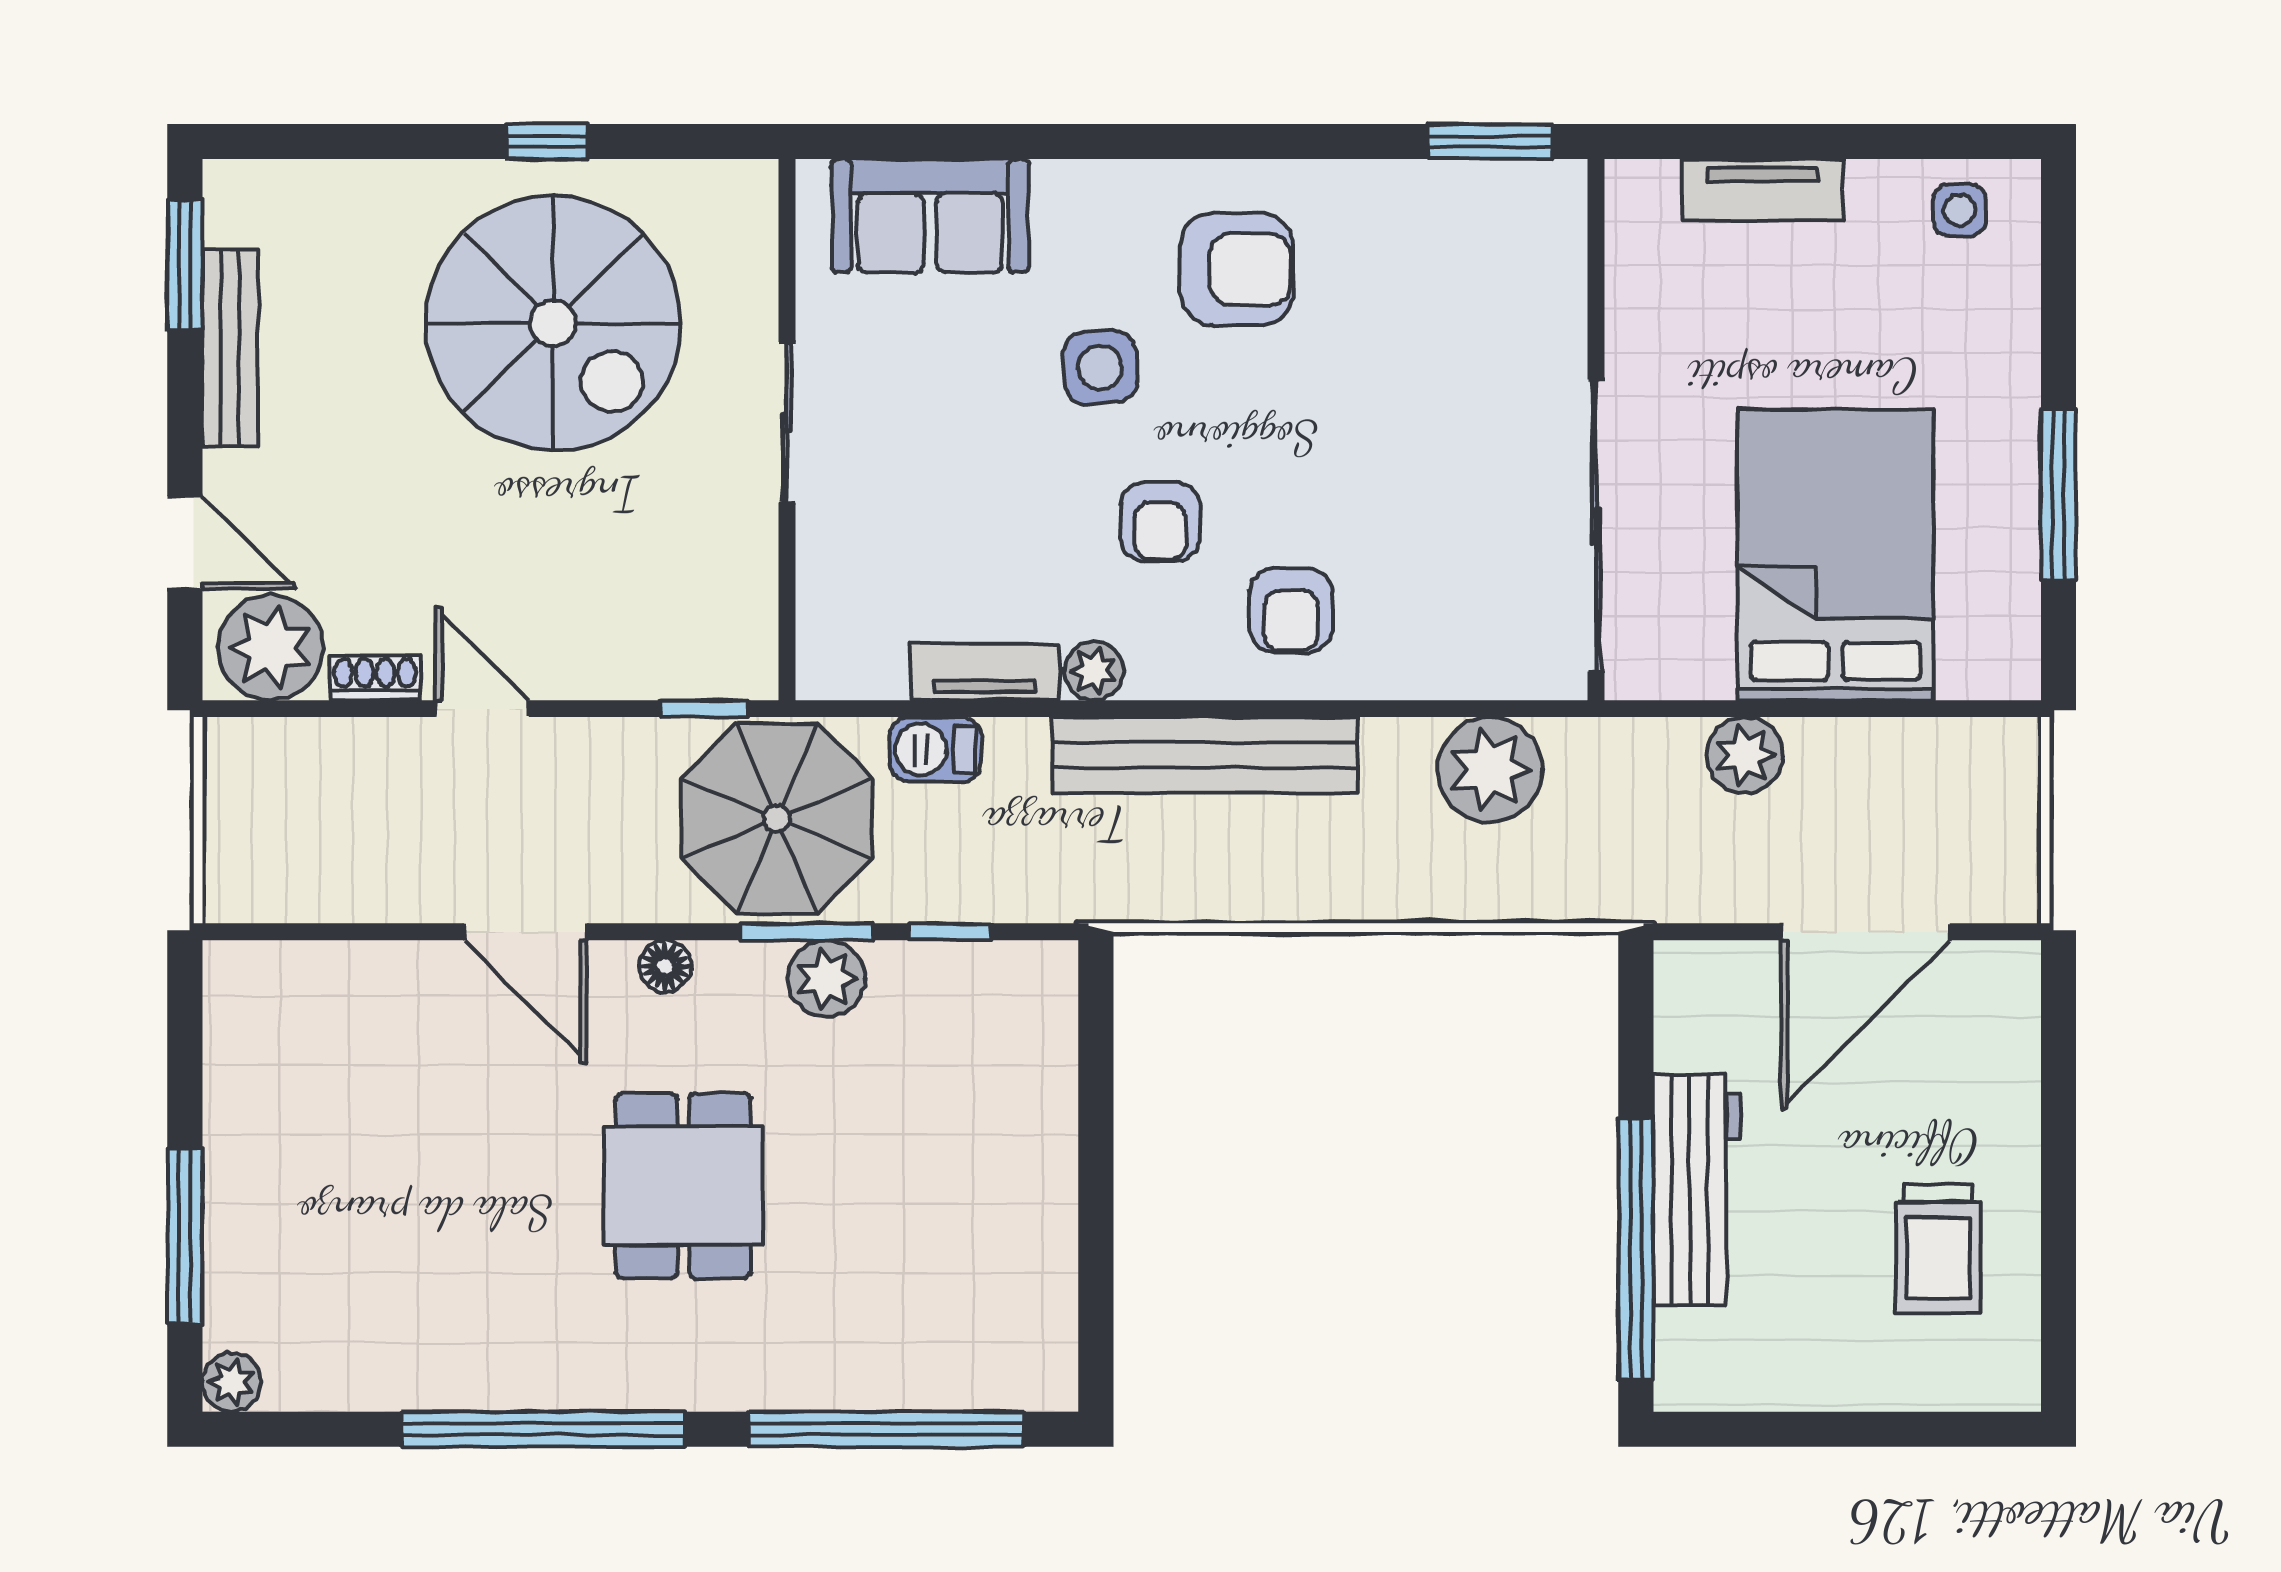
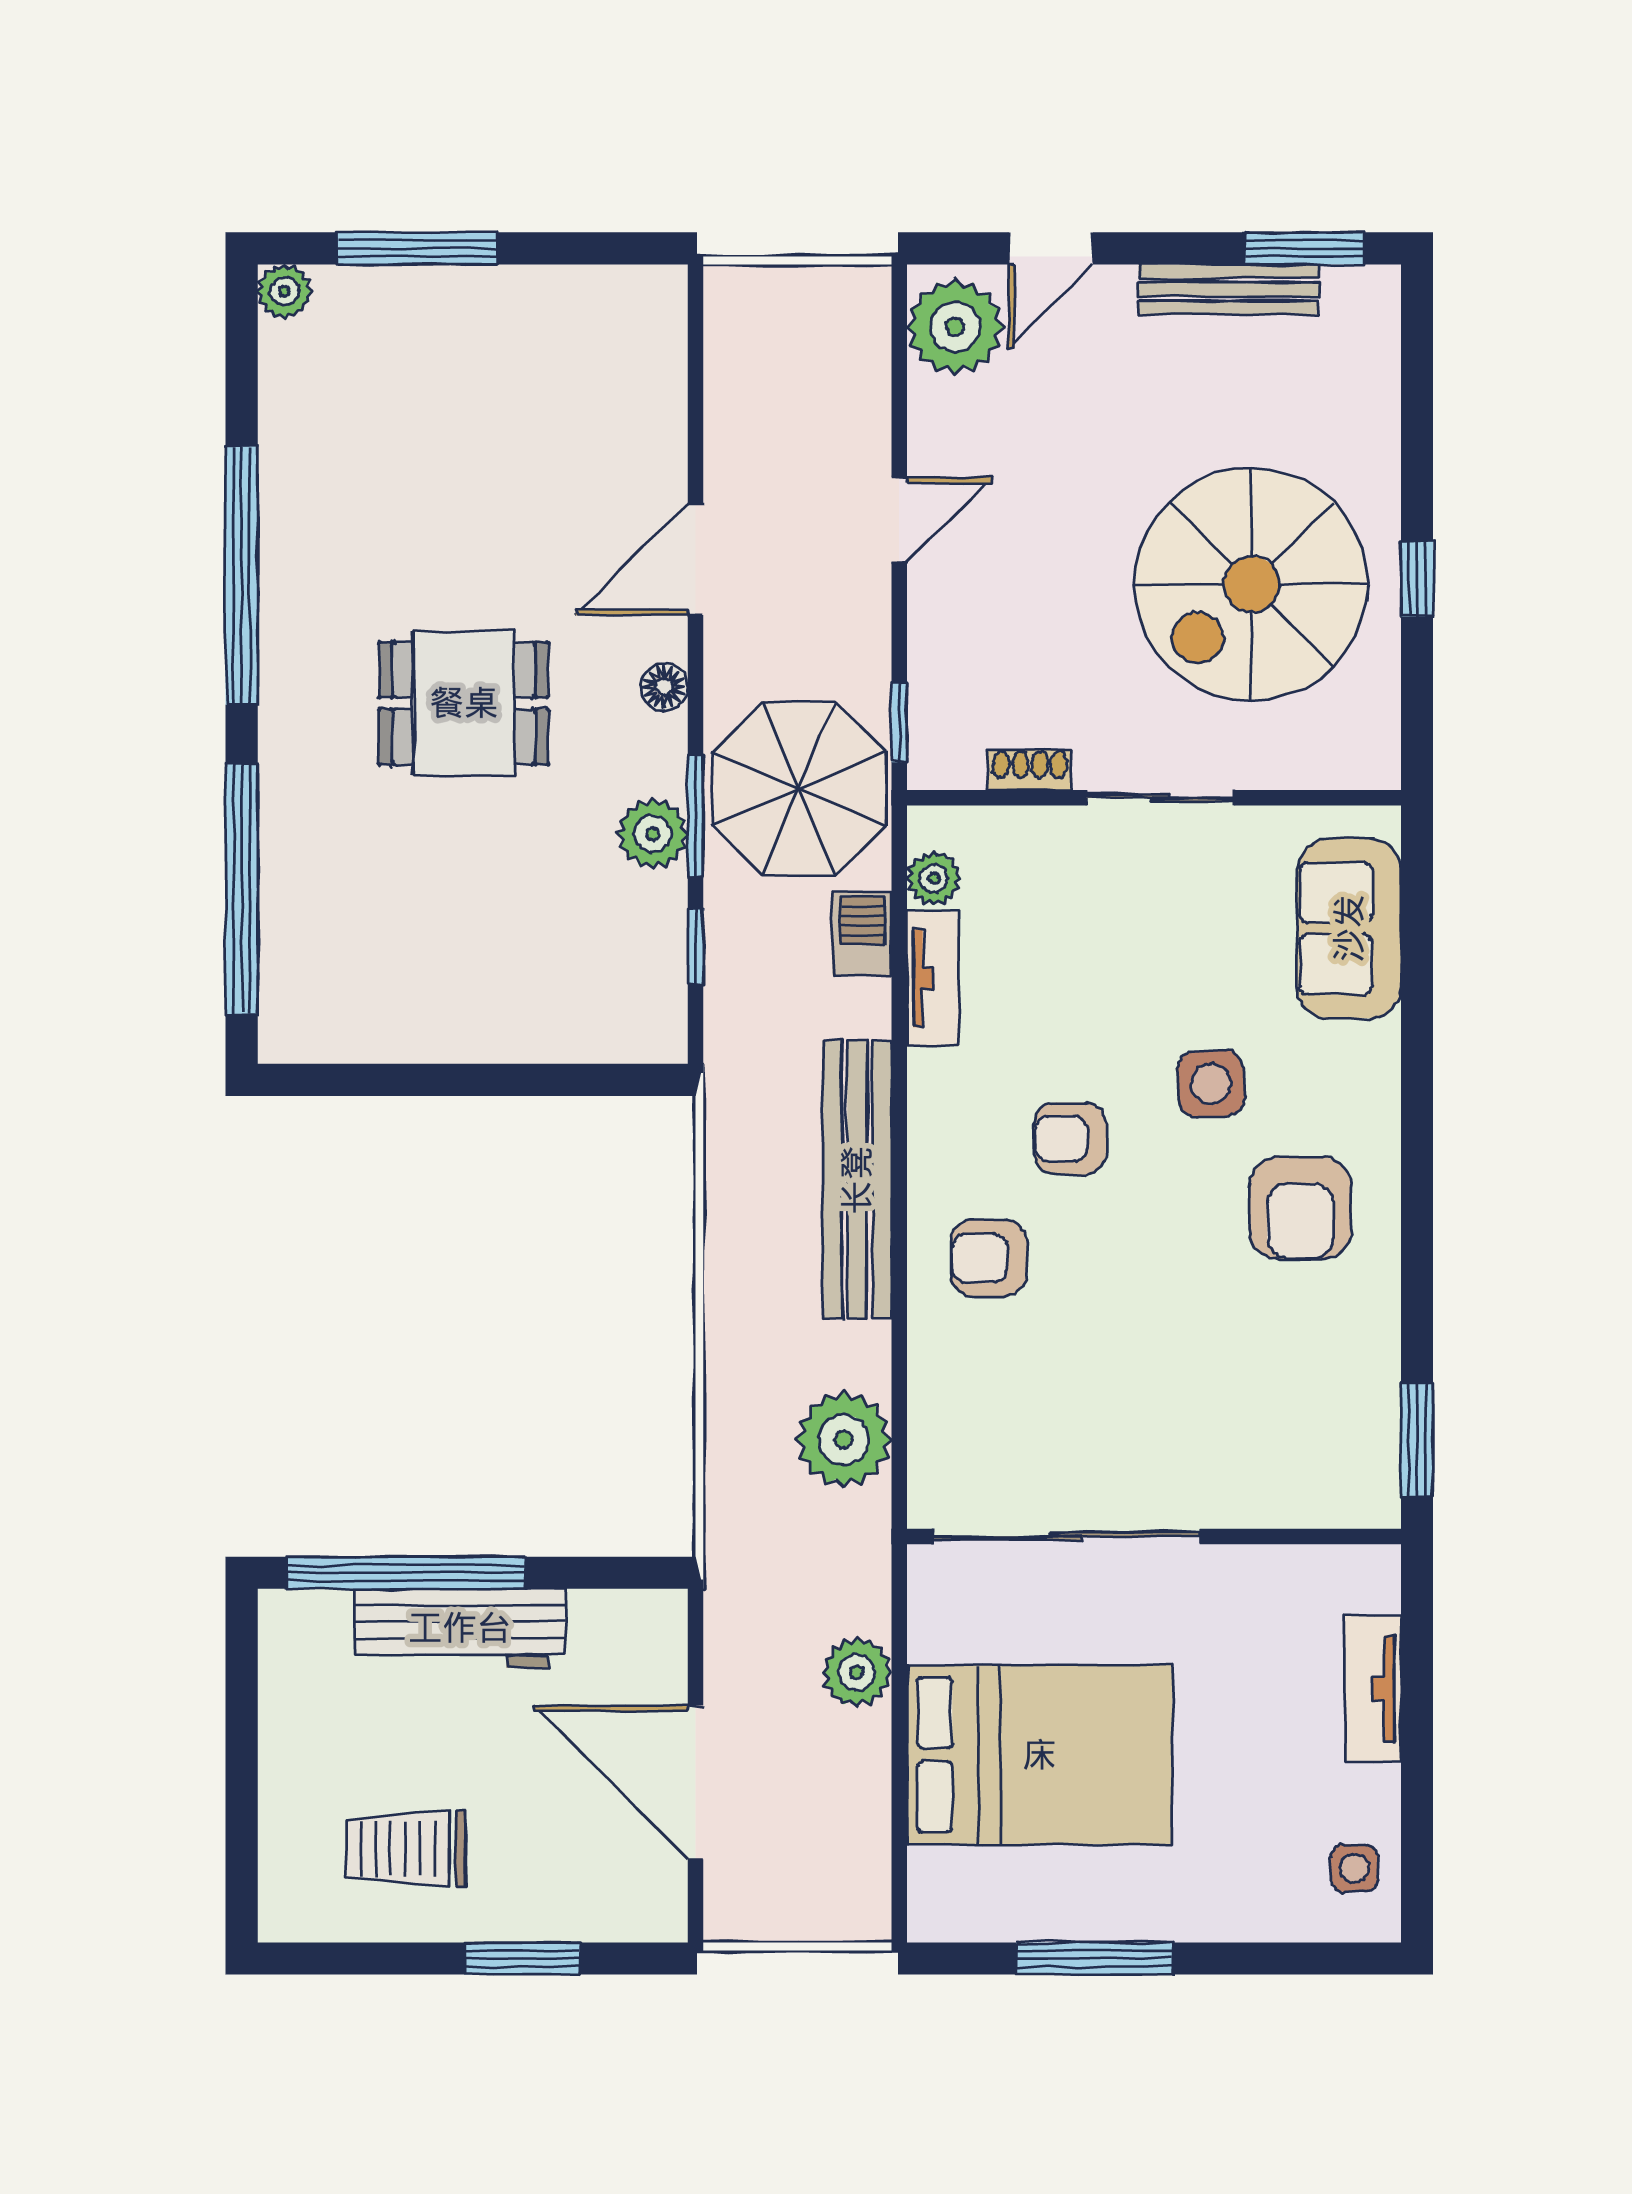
plant: (1094, 671) -> (934, 878), moved
shoe rack: (375, 678) -> (1030, 770), moved, turned -90
window: (2059, 1122) -> (522, 1959), added

